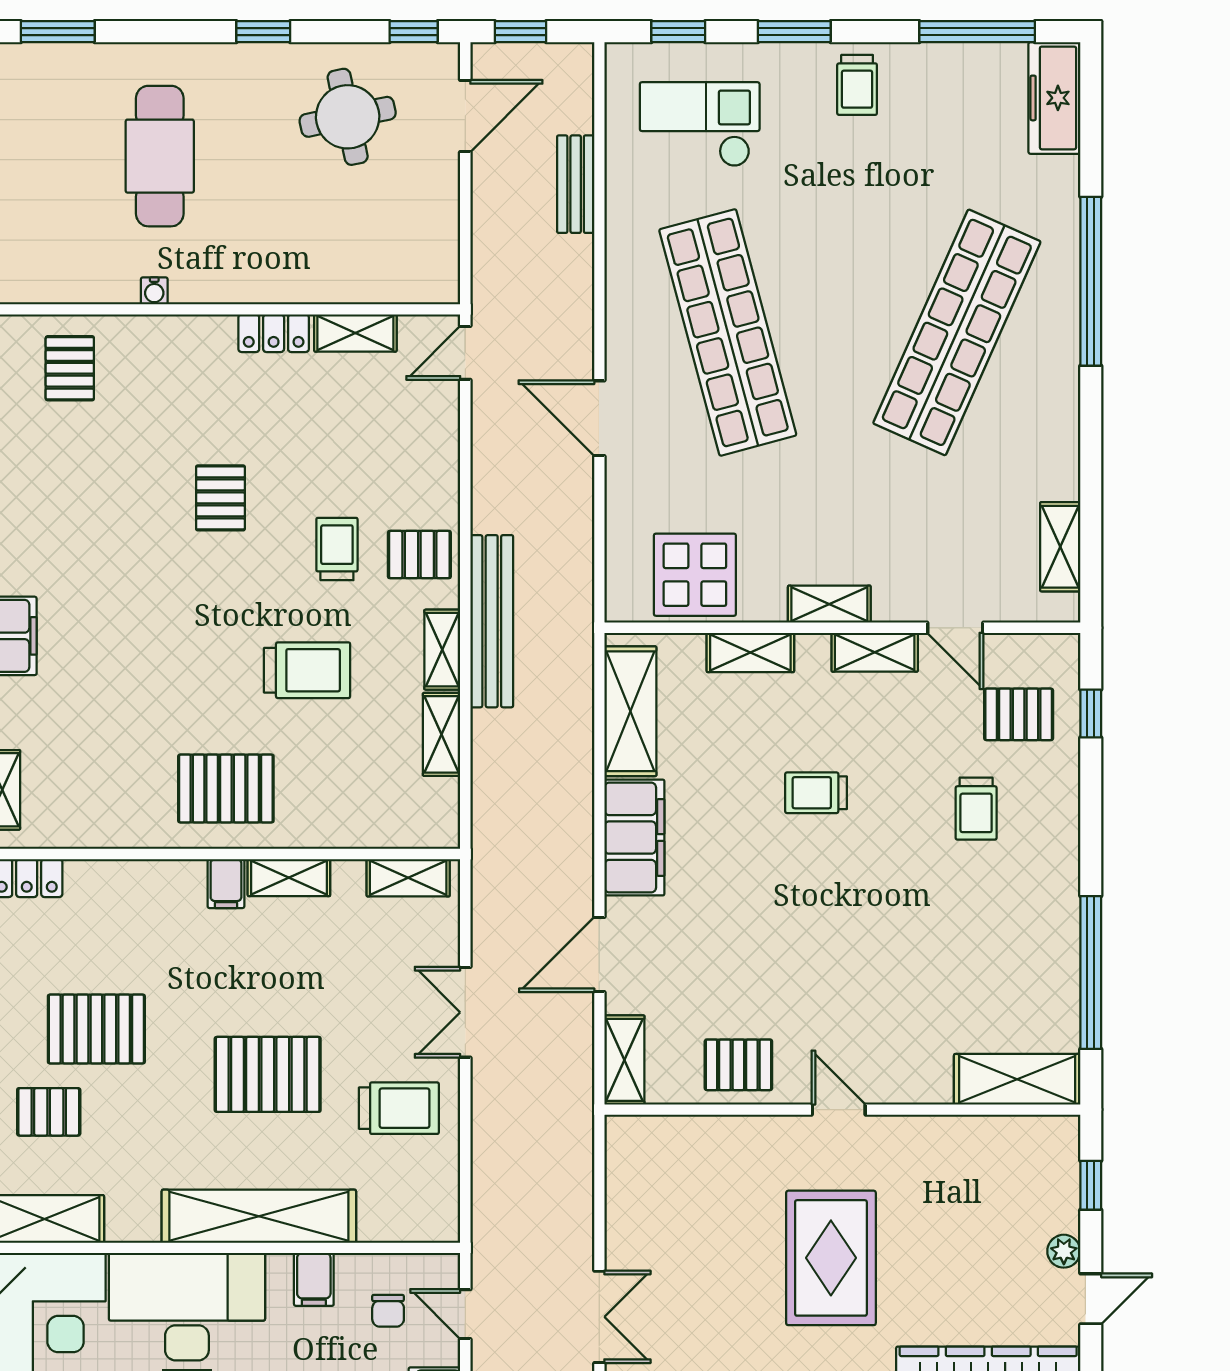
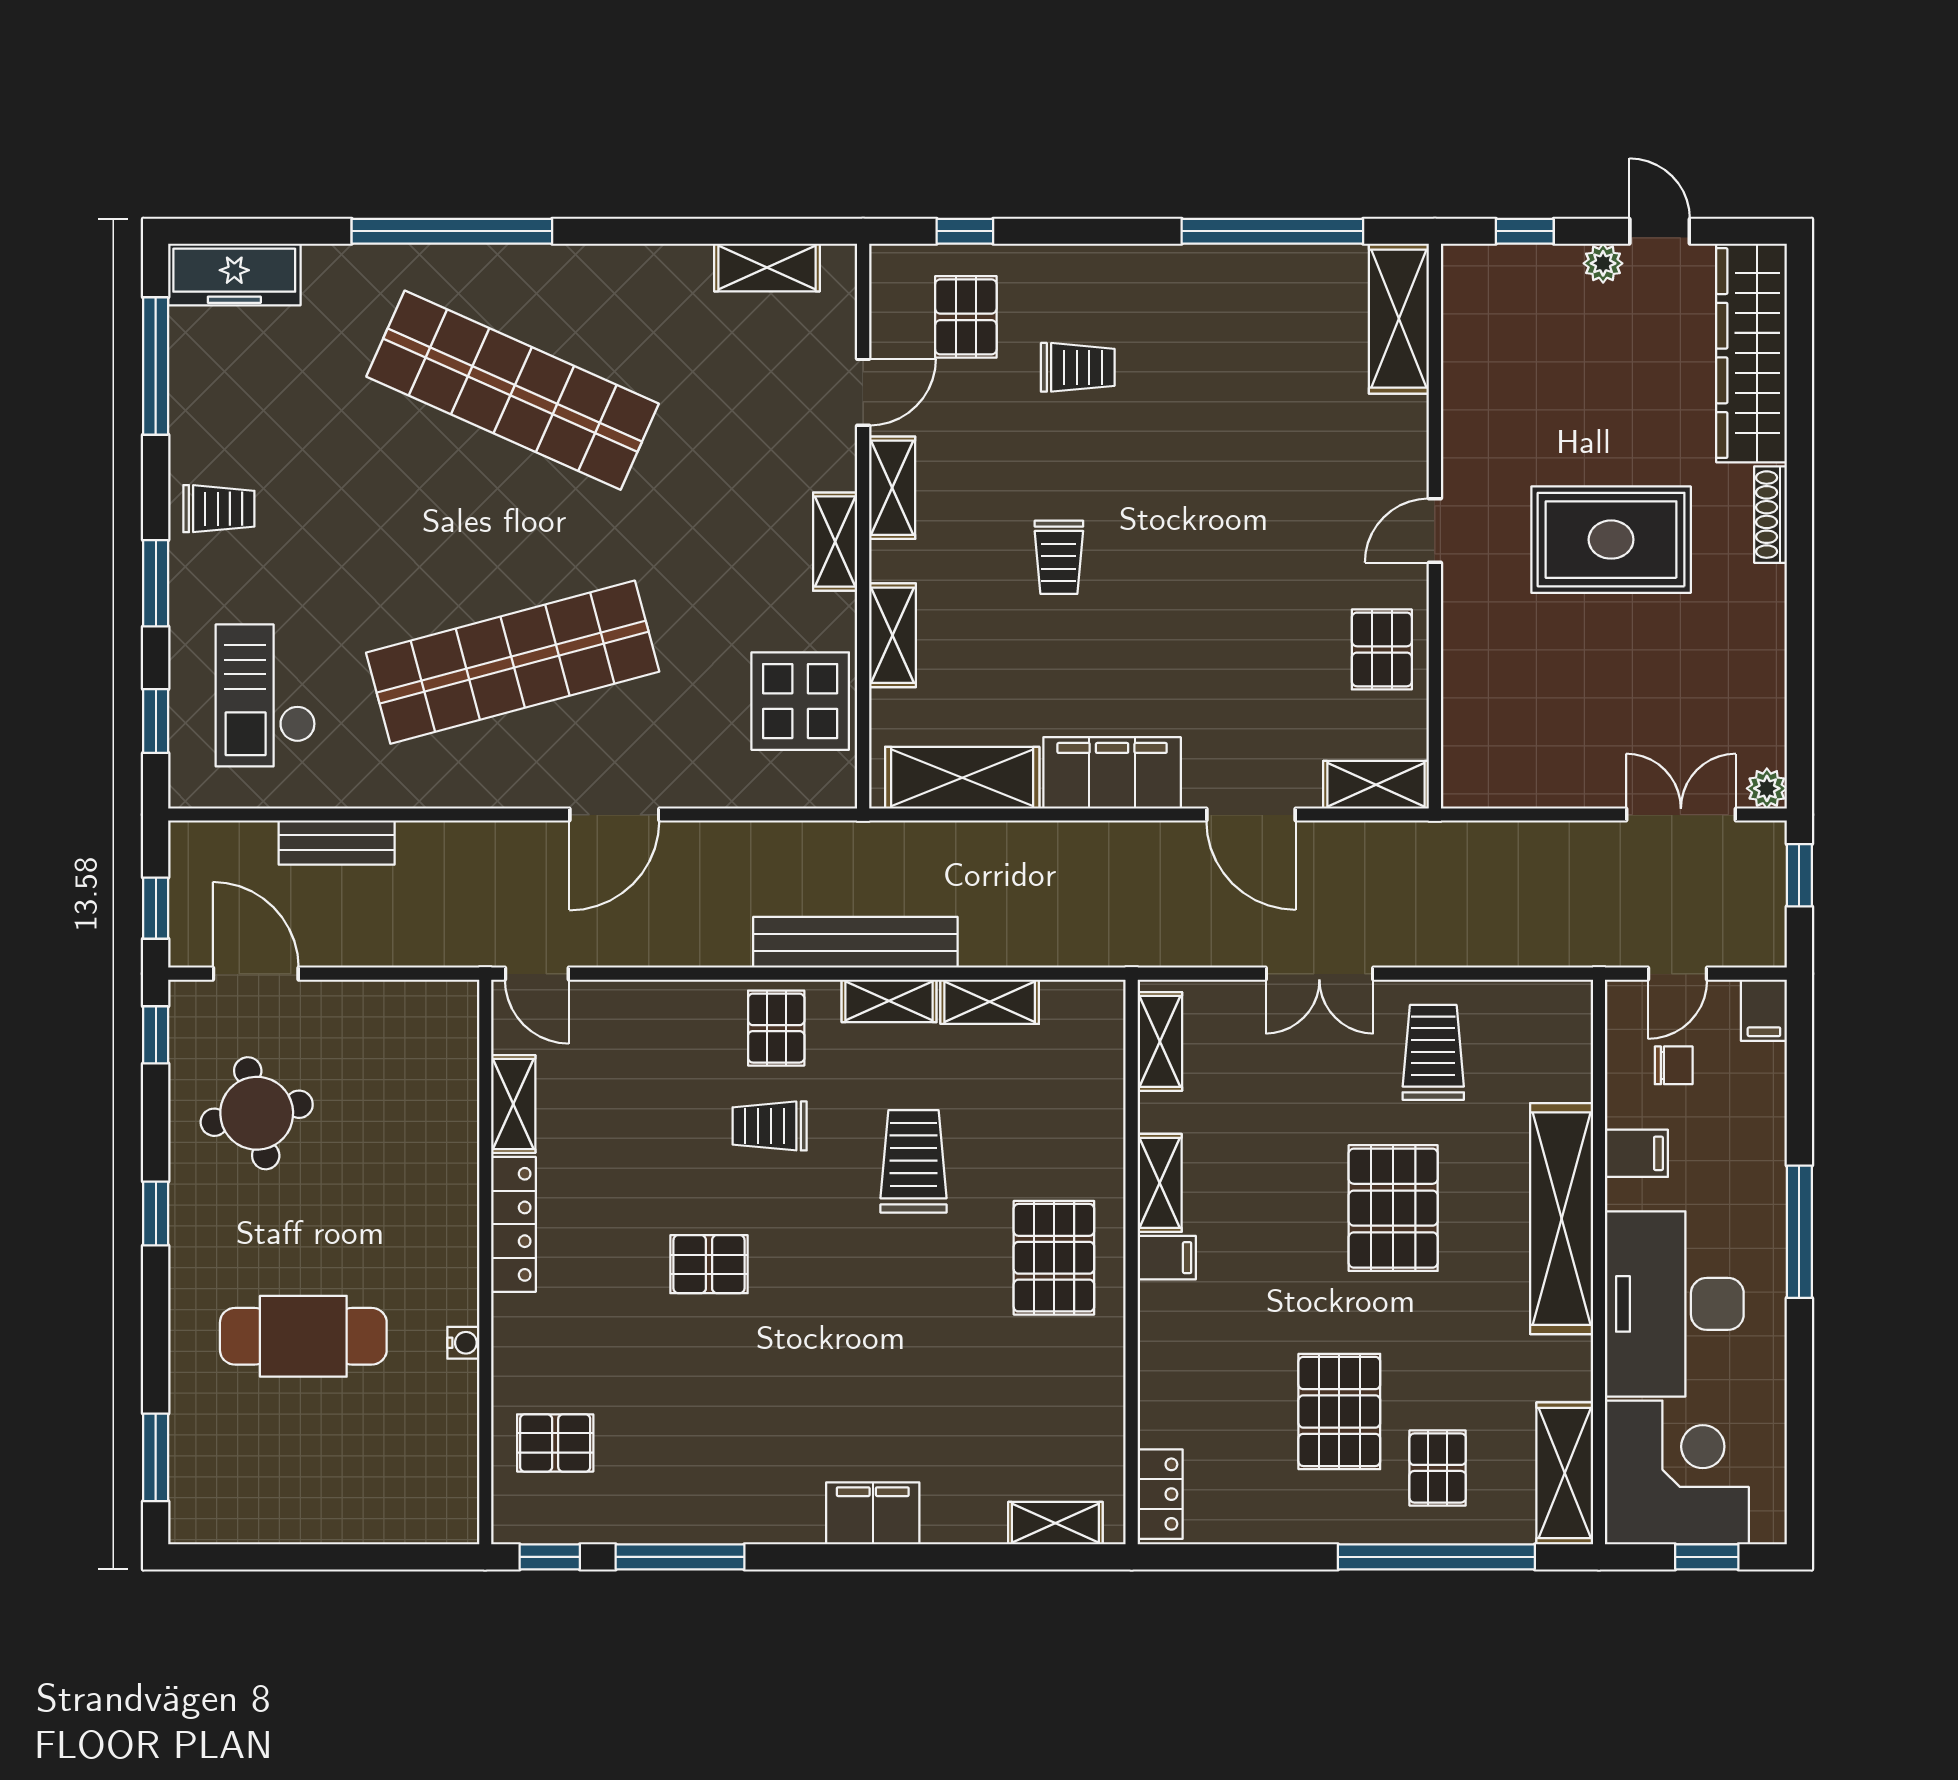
locker: (274, 333) -> (514, 1224), width x1.53

